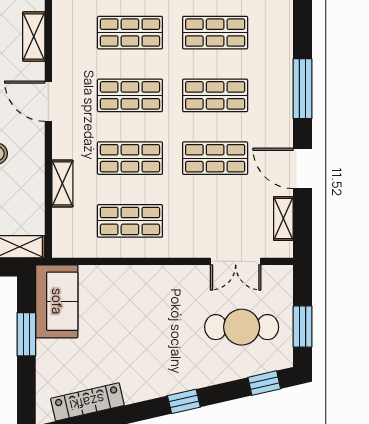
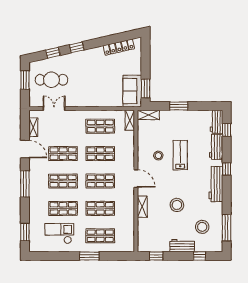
shelving: (62, 183) -> (130, 120), moved
window: (26, 334) -> (146, 88), moved
window: (264, 383) -> (53, 53), moved

